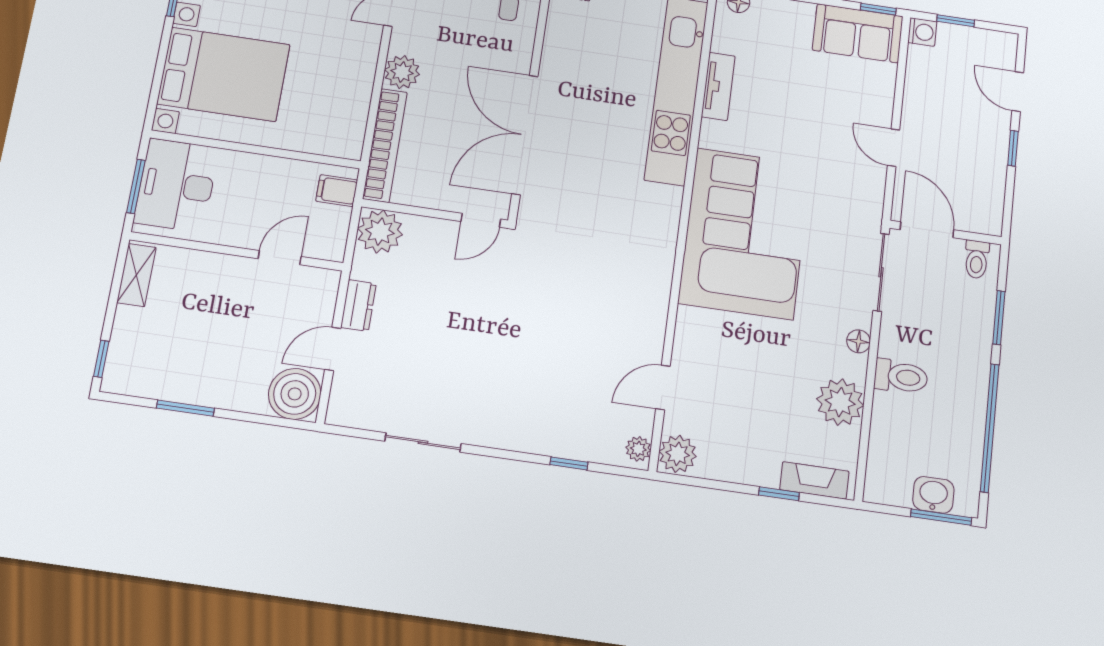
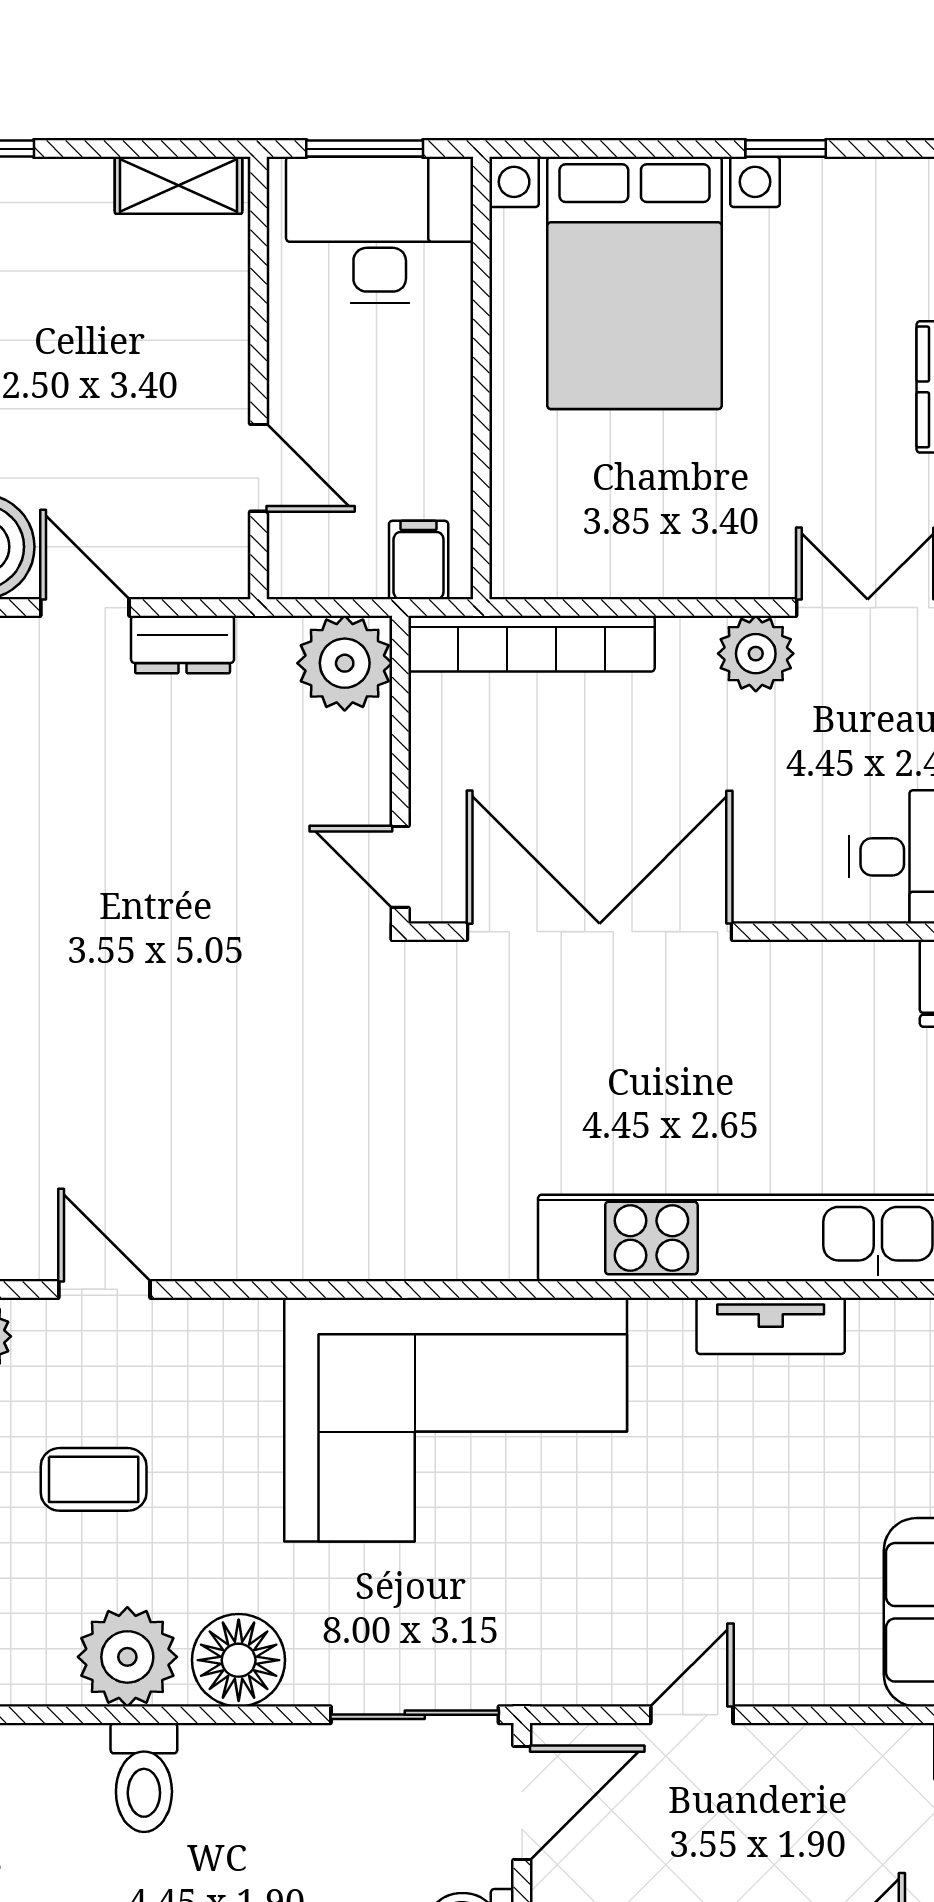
plant: (402, 72) -> (756, 654), moved
floor lamp: (858, 341) -> (239, 1660), width x1.89, depth x1.89
toilet: (901, 377) -> (144, 1777), moved
coffee table: (753, 406) -> (94, 1479), added

